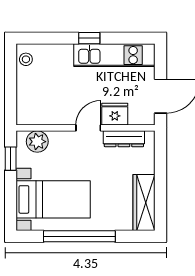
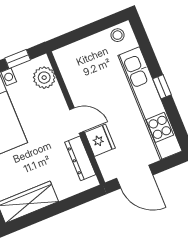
kitchen unit: (114, 55) -> (150, 103), width x1.36

